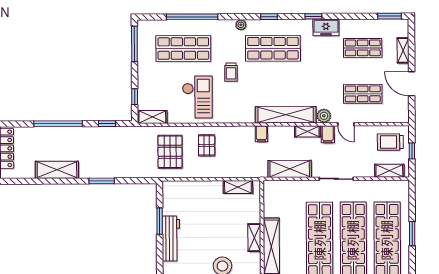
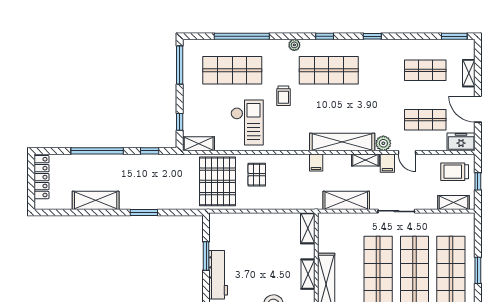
freezer: (326, 28) -> (461, 142), moved, turned 180
pallet: (170, 152) -> (217, 181), width x1.37, depth x1.41
shelving: (238, 187) -> (308, 228), moved, turned 90

